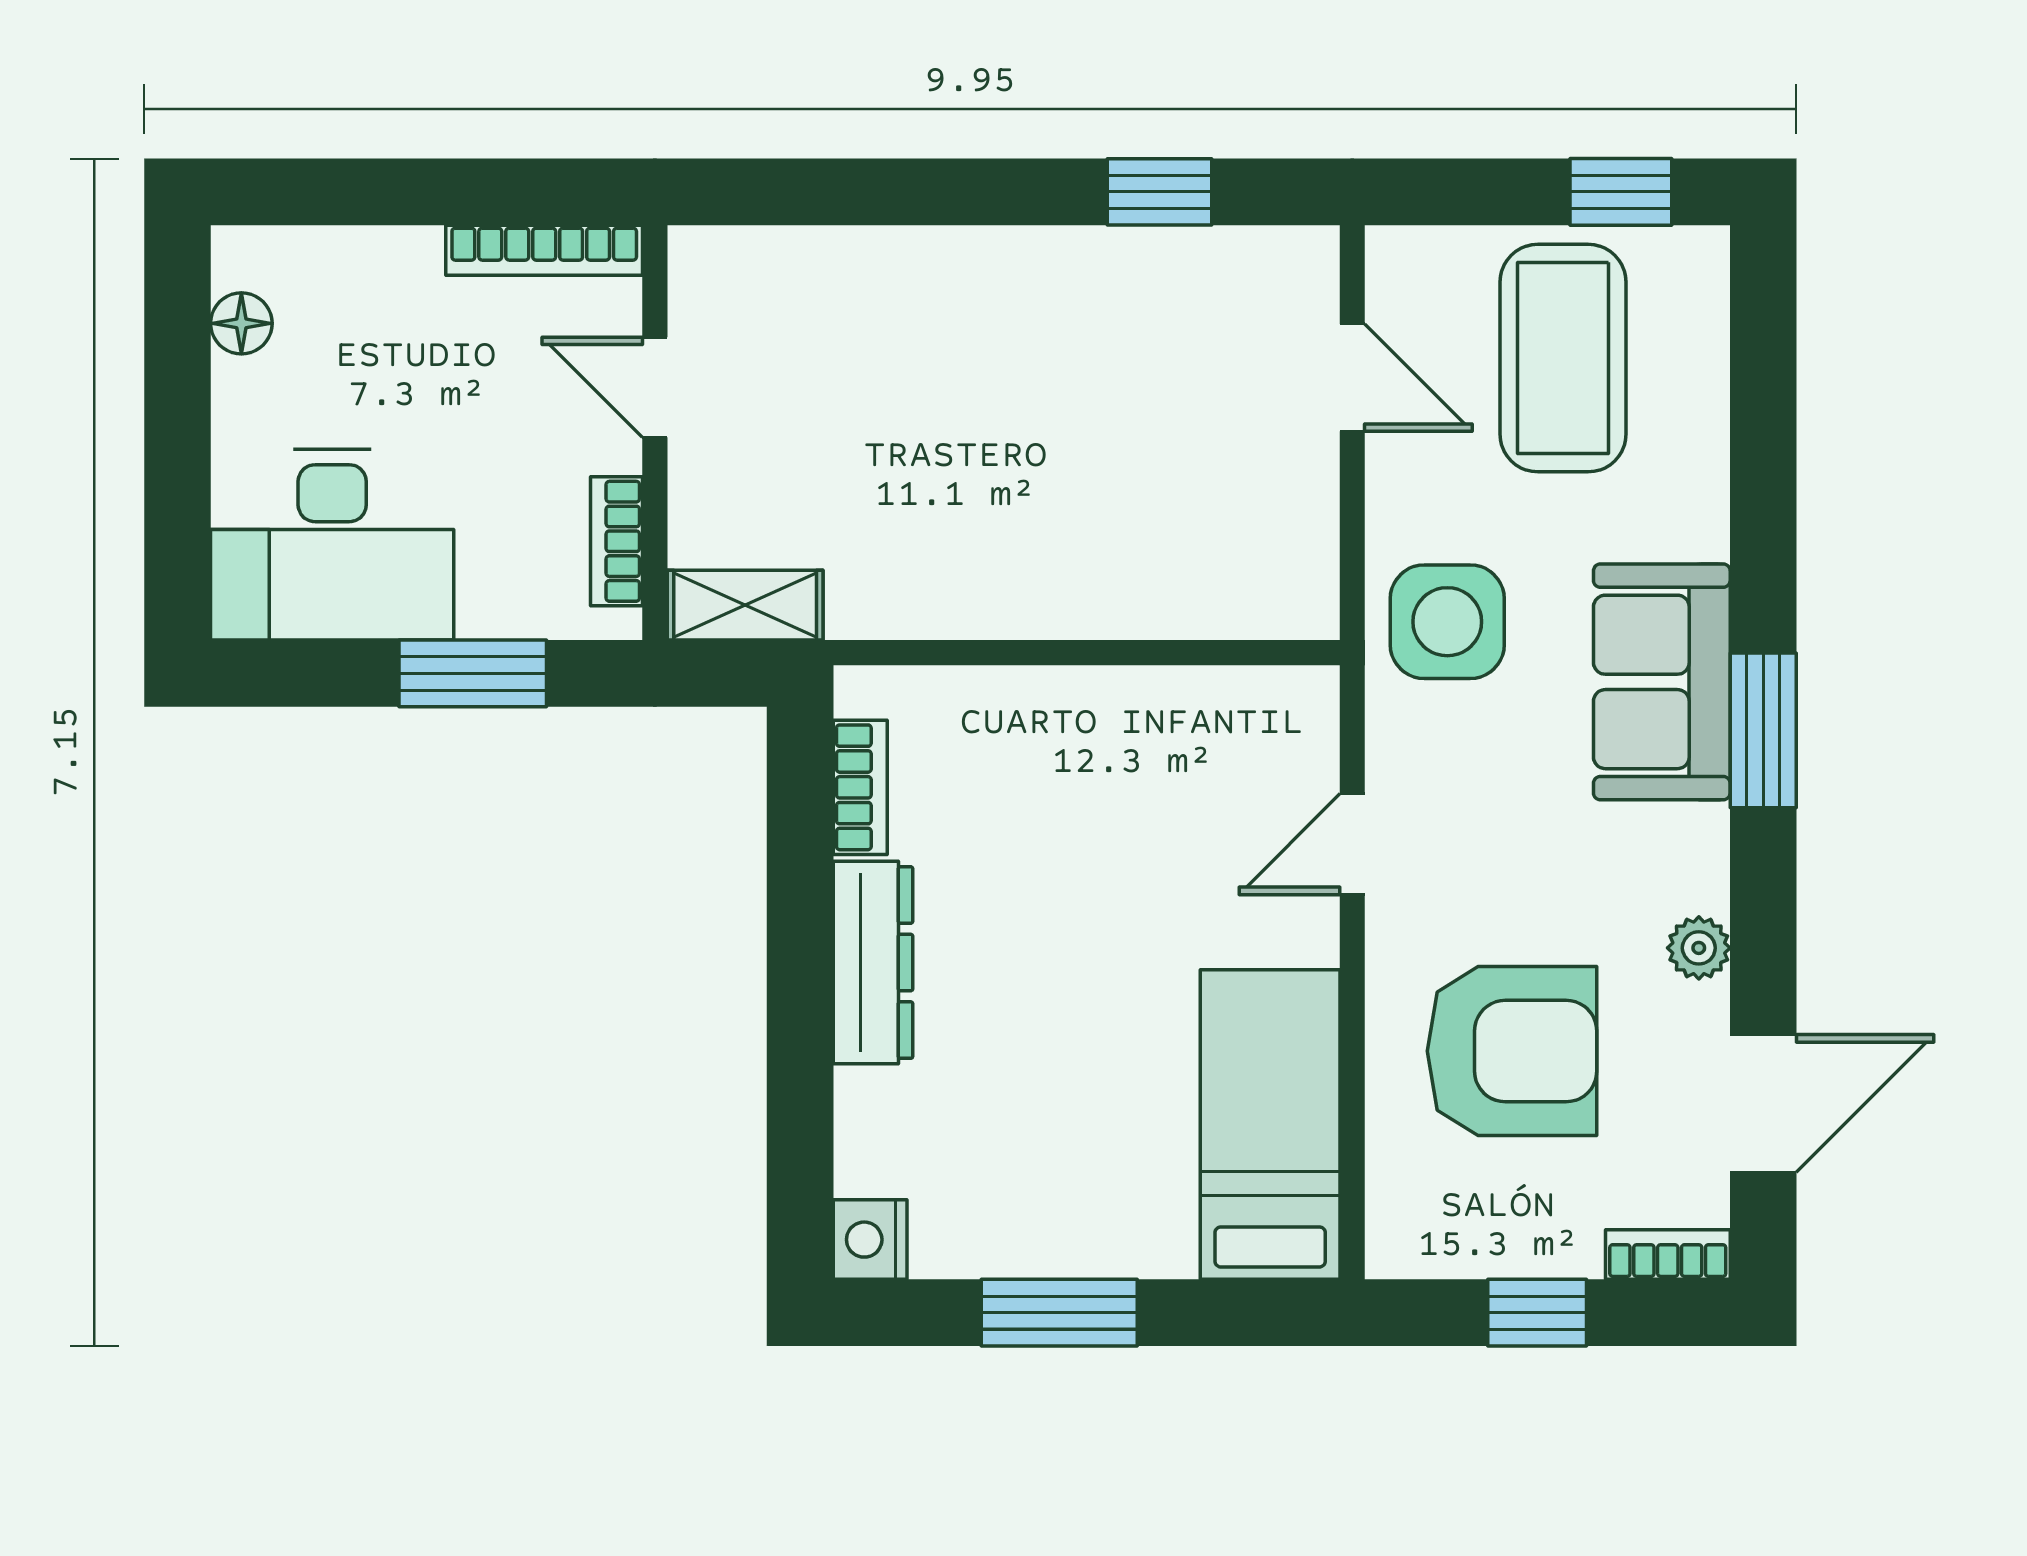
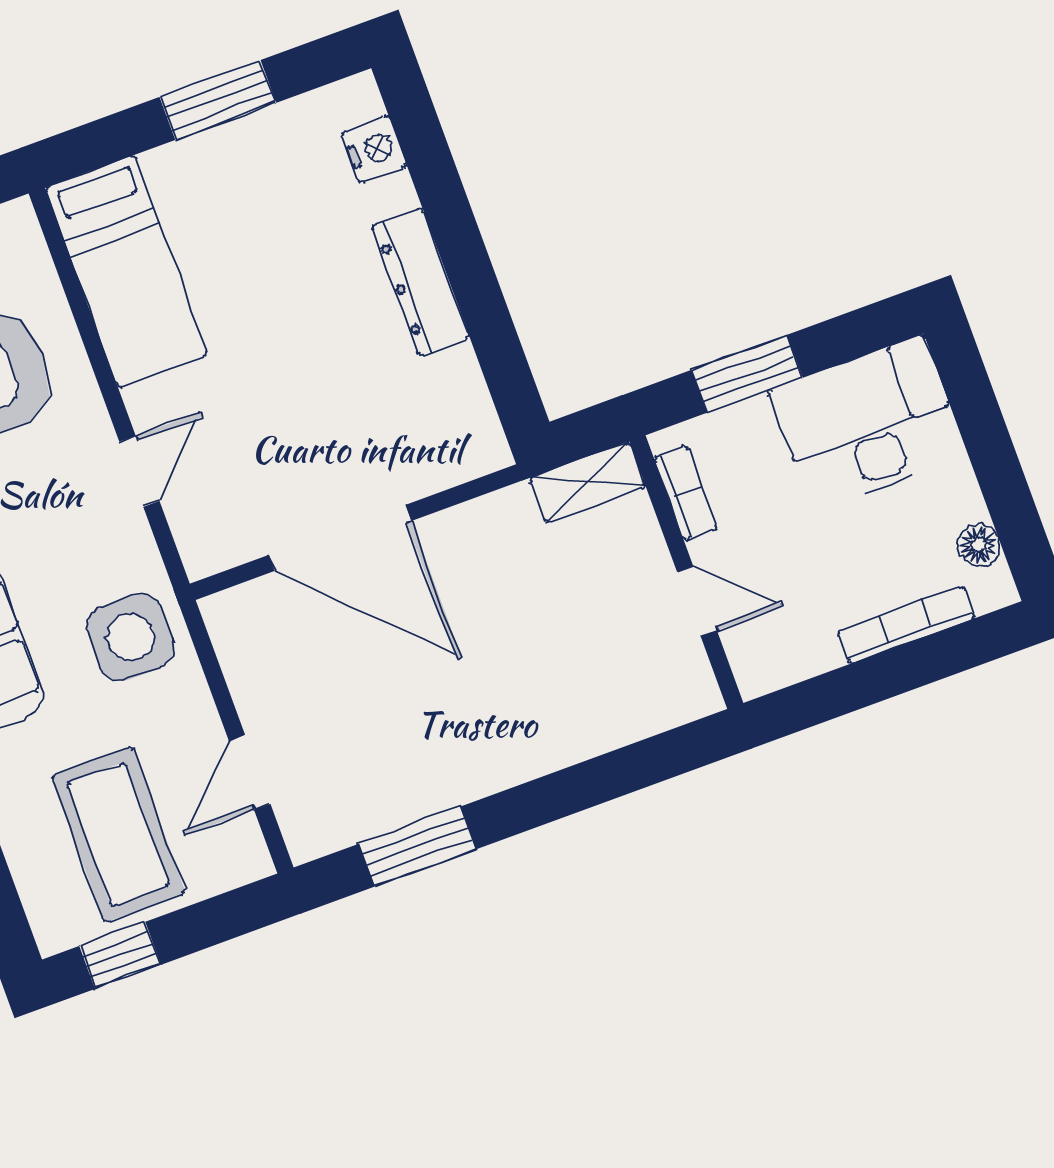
window: (1160, 192) -> (418, 846), width x1.50
bookcase: (544, 250) -> (906, 625), moved
door: (1352, 378) -> (250, 772), hinge flipped
door: (1111, 653) -> (340, 538), added
bookcase: (860, 787) -> (470, 392), removed
nightstand: (870, 1240) -> (374, 149), moved

